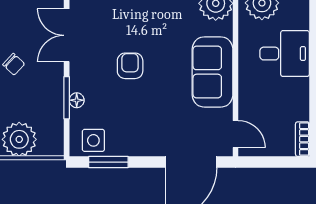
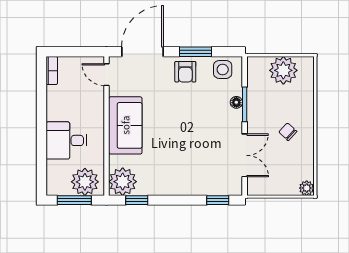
armchair: (130, 66) -> (185, 72), moved
window: (108, 162) -> (196, 52), moved

